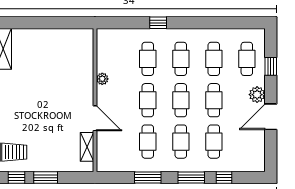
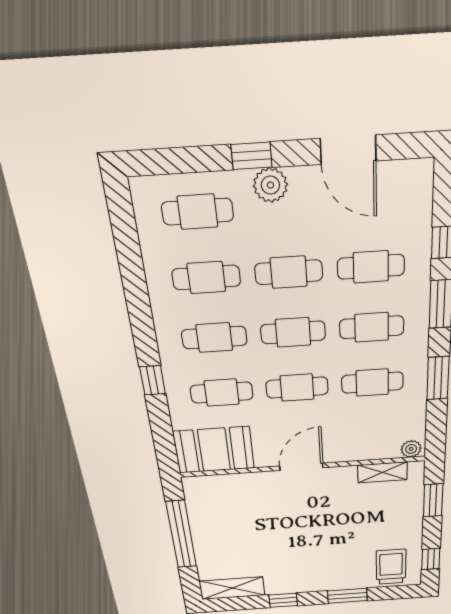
window: (50, 23) -> (181, 535), added
booth: (111, 50) -> (214, 450), added
window: (271, 66) -> (252, 156), moved
plant: (102, 79) -> (411, 449), moved
door: (271, 117) -> (348, 150), moved
door: (95, 118) -> (301, 467), moved
window: (46, 178) -> (433, 500), moved

